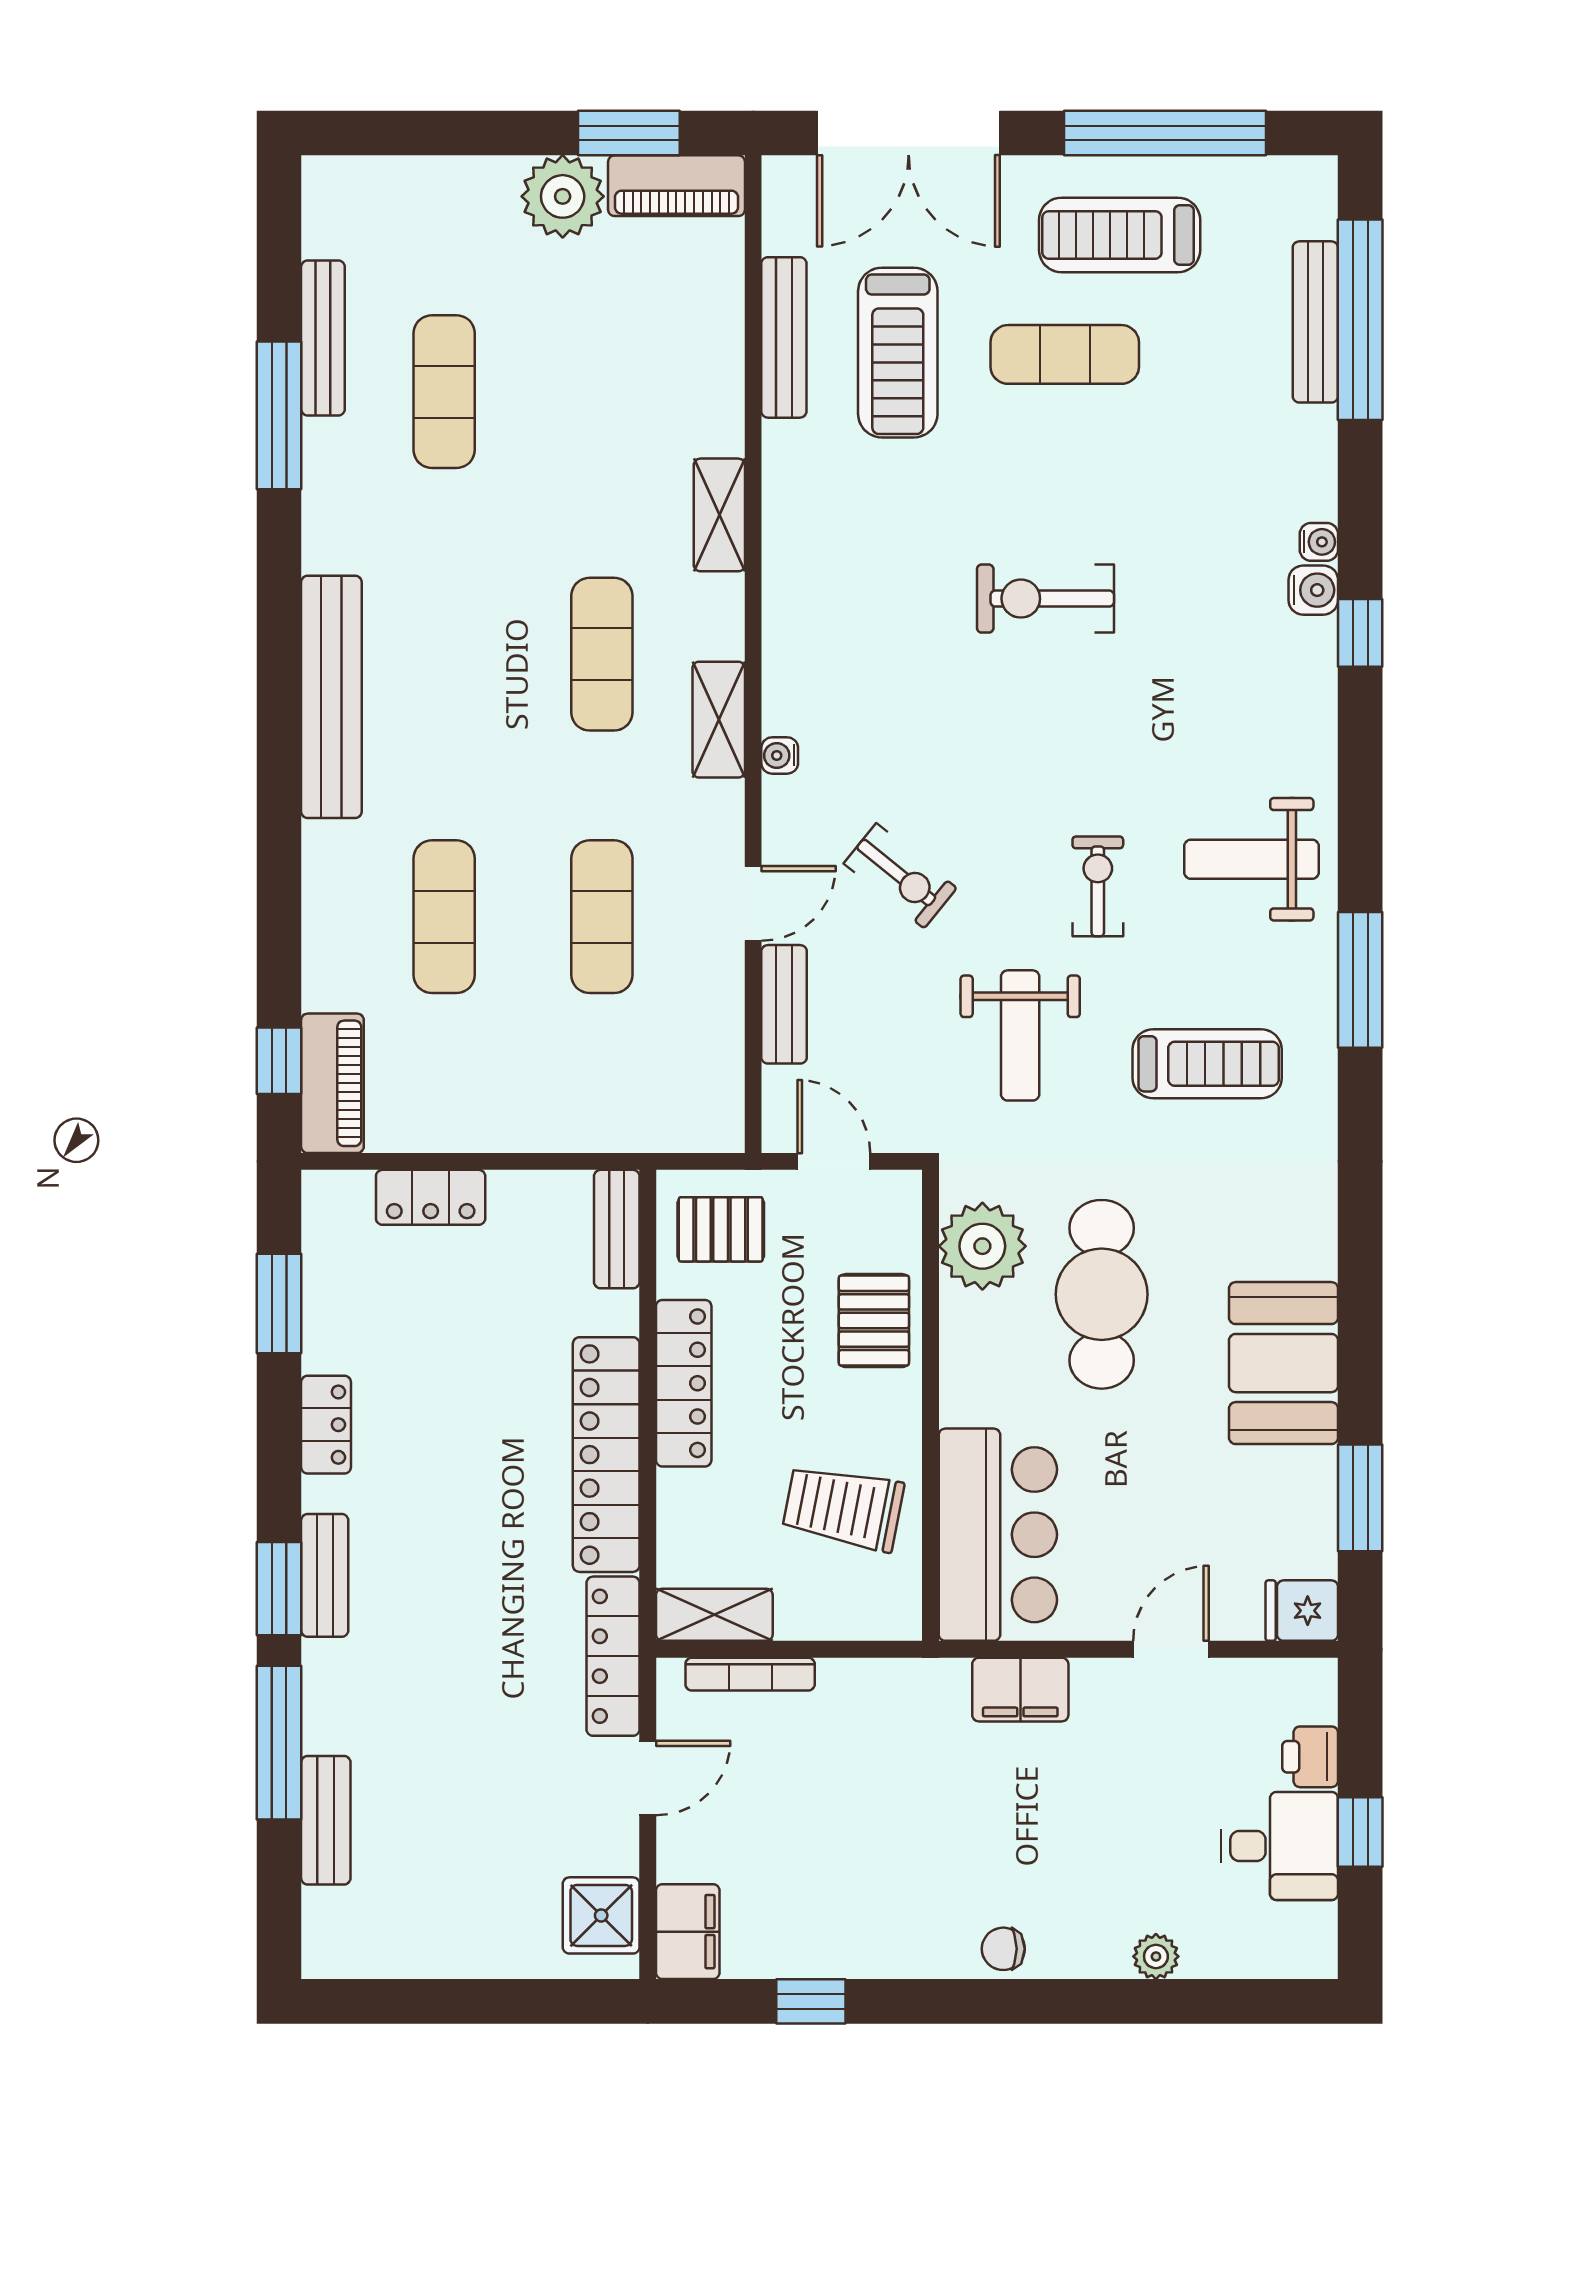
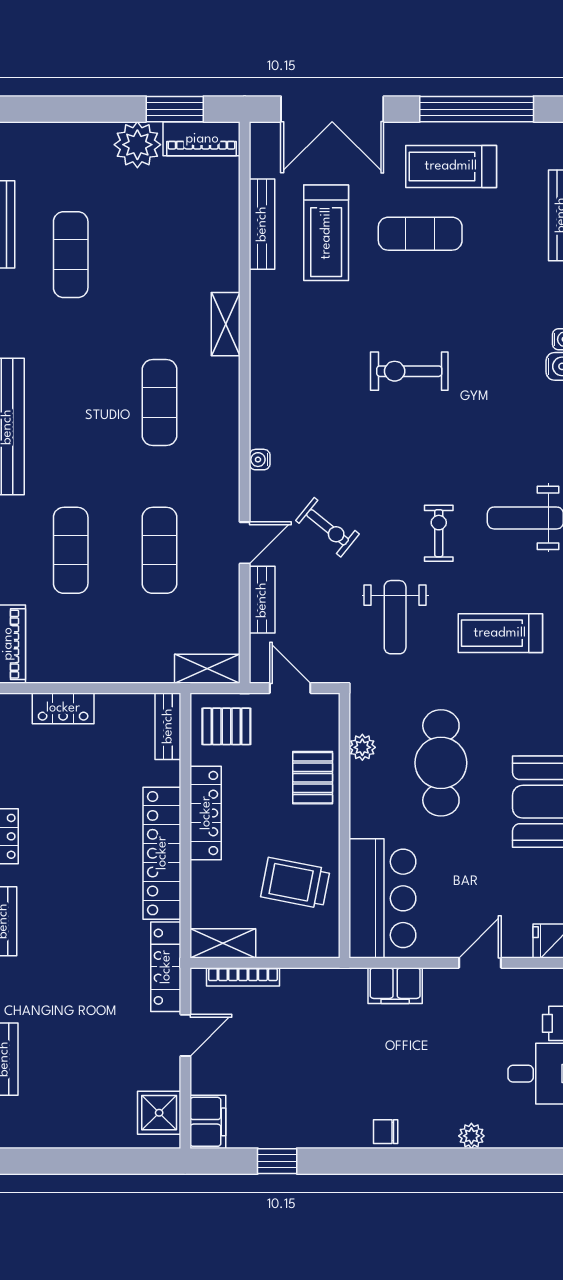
shelving: (719, 720) -> (207, 669), moved, turned 90
treadmill: (1207, 1064) -> (500, 633), turned 180
plant: (982, 1246) -> (362, 747), width x0.53, depth x0.53

